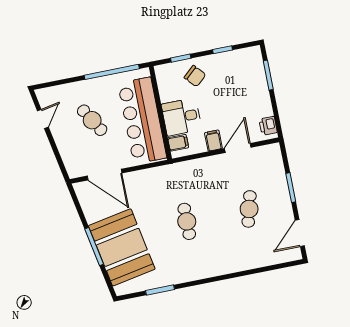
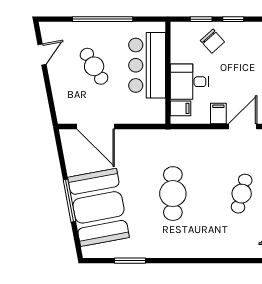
window: (223, 50) -> (233, 19), moved
window: (112, 72) -> (103, 19), moved
bar counter: (142, 121) -> (147, 65), width x0.73
cafe table: (187, 221) -> (173, 194), width x1.37, depth x1.35

